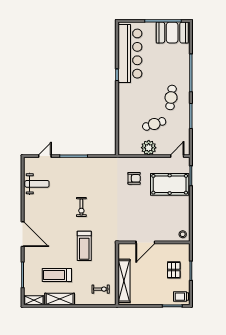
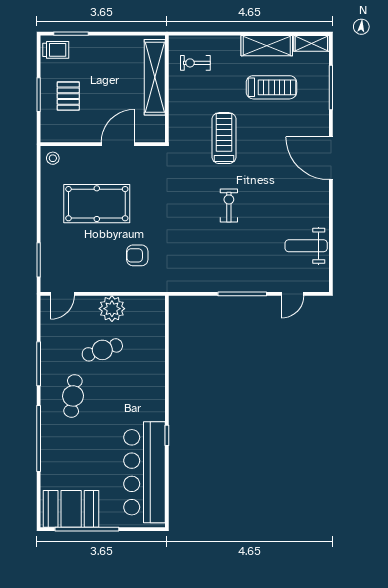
pool table: (170, 184) -> (97, 204), moved

